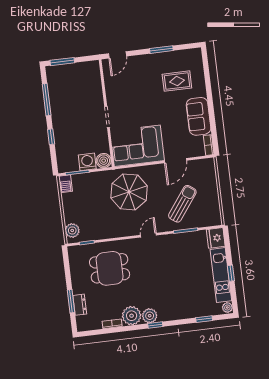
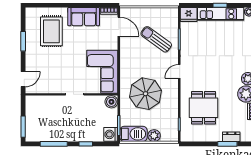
door: (117, 55) -> (23, 79), hinge flipped
rug: (177, 81) -> (51, 31), width x1.36, depth x1.43
door: (176, 161) -> (119, 27), moved
washing machine: (87, 162) -> (111, 134), moved
barbecue: (65, 184) -> (133, 134), width x1.88, depth x1.53
parasol: (129, 192) -> (146, 94), moved
plant: (72, 230) -> (154, 136), moved
door: (148, 235) -> (179, 71), hinge flipped

